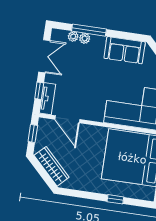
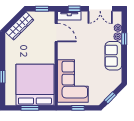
window: (89, 30) -> (124, 39), width x0.46
sofa: (125, 50) -> (113, 56), moved
door: (67, 119) -> (56, 33), swing flipped

